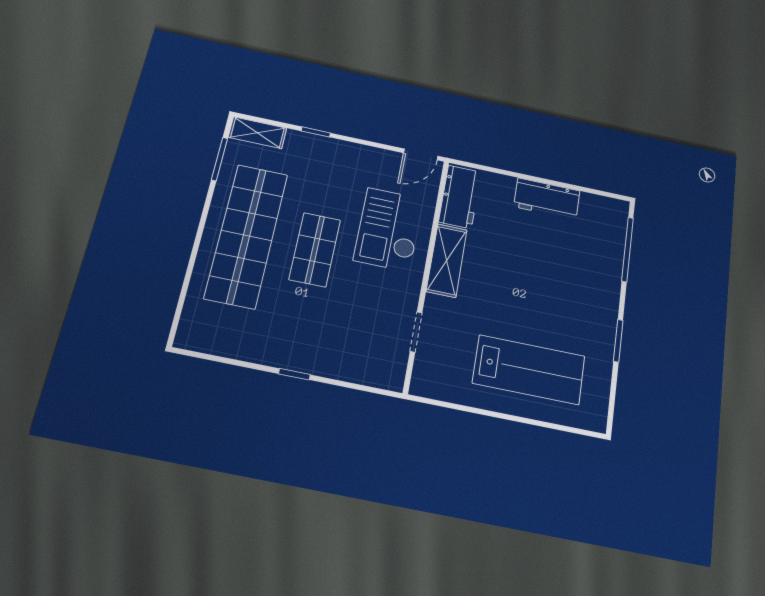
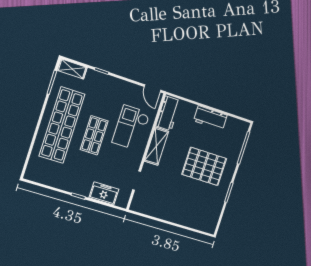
door: (421, 154) -> (153, 88), hinge flipped
pallet: (554, 292) -> (204, 166), added
freezer: (349, 364) -> (104, 193), added
lab bench: (529, 370) -> (185, 203), removed

